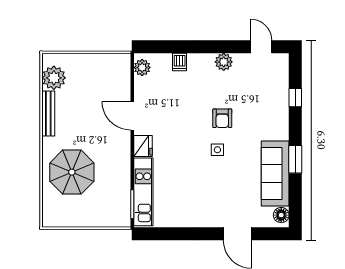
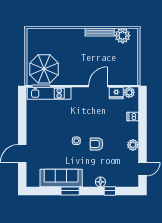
fridge: (143, 146) -> (116, 93), moved
parasol: (72, 172) -> (44, 69), moved
floor lamp: (281, 215) -> (100, 182), moved

